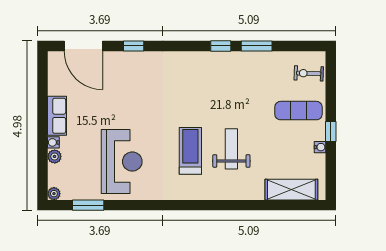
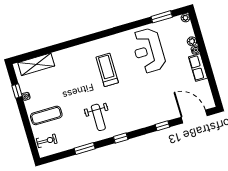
window: (221, 46) -> (121, 138), moved
window: (331, 131) -> (17, 91), moved
weight bench: (231, 149) -> (98, 117), moved
treadmill: (190, 151) -> (107, 70), turned 180

